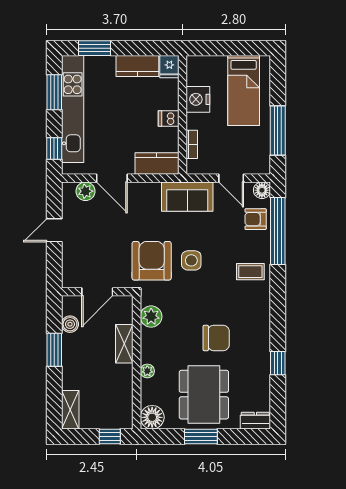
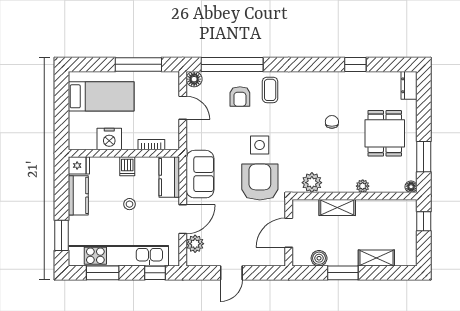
stool: (128, 121) -> (129, 204), added
door: (231, 178) -> (183, 108), hinge flipped
sofa: (187, 197) -> (200, 174), moved
armchair: (256, 219) -> (240, 96), moved
door: (54, 230) -> (231, 273), hinge flipped
armchair: (152, 261) -> (260, 182), turned 90
door: (97, 292) -> (289, 233), swing flipped
chair: (216, 338) -> (332, 122), width x0.54, depth x0.54
dining table: (204, 395) -> (385, 133), width x0.73
shelving: (70, 410) -> (376, 258), moved
floor lamp: (152, 417) -> (411, 187), width x0.53, depth x0.53
window: (201, 436) -> (424, 157), moved

